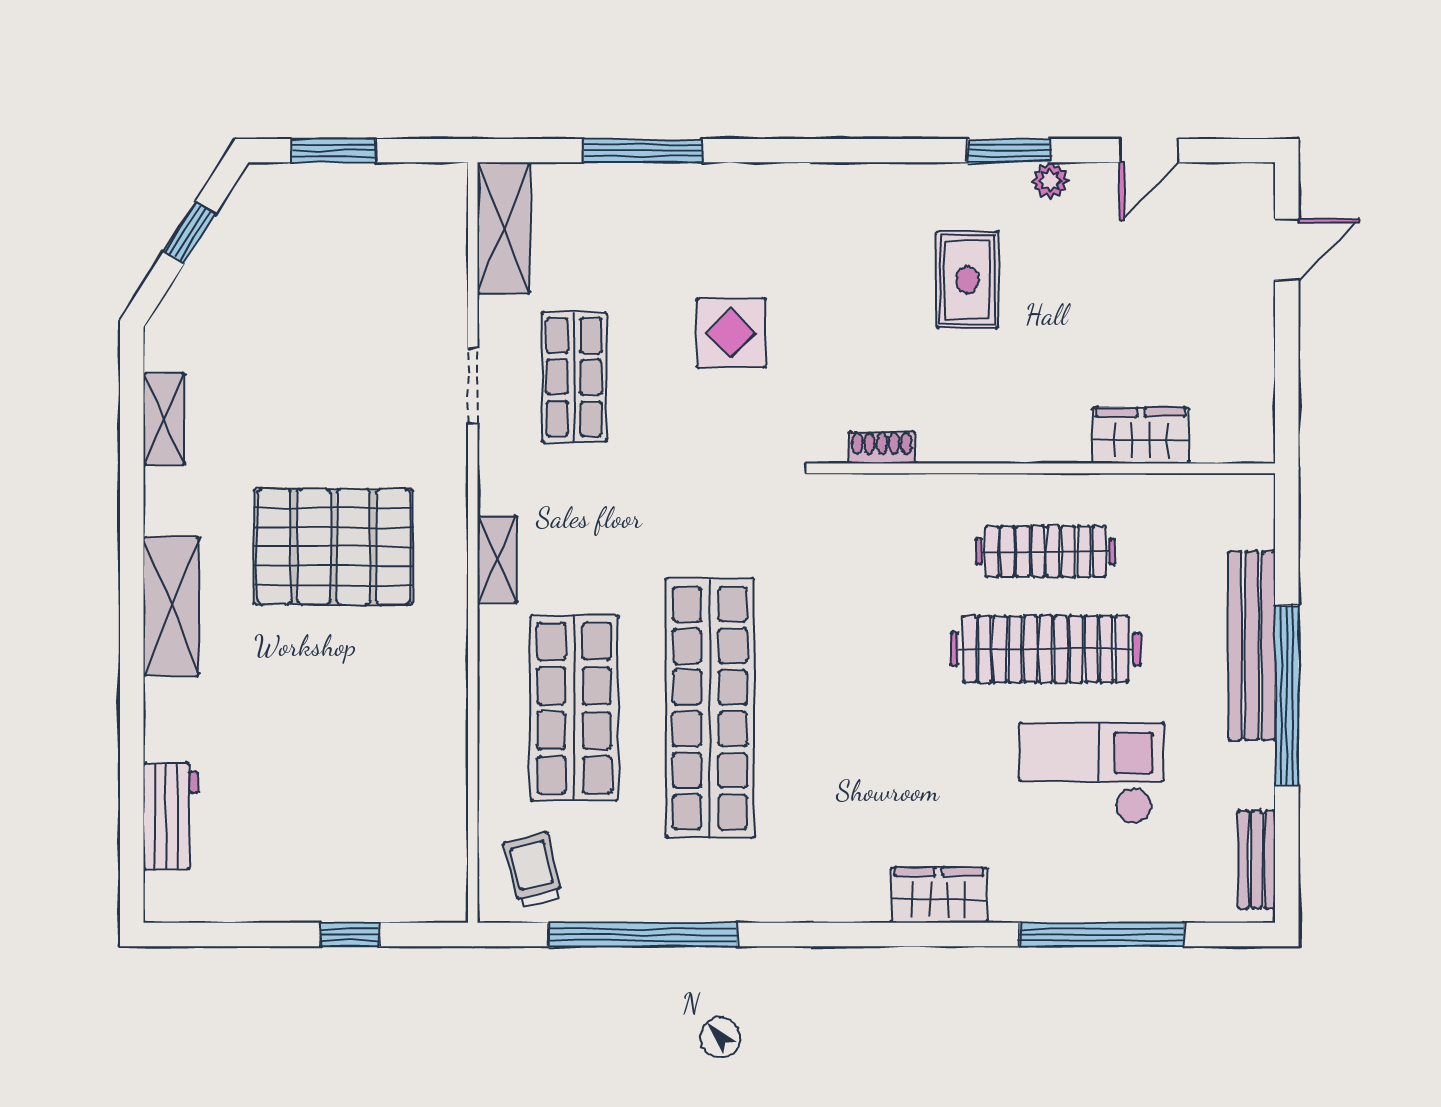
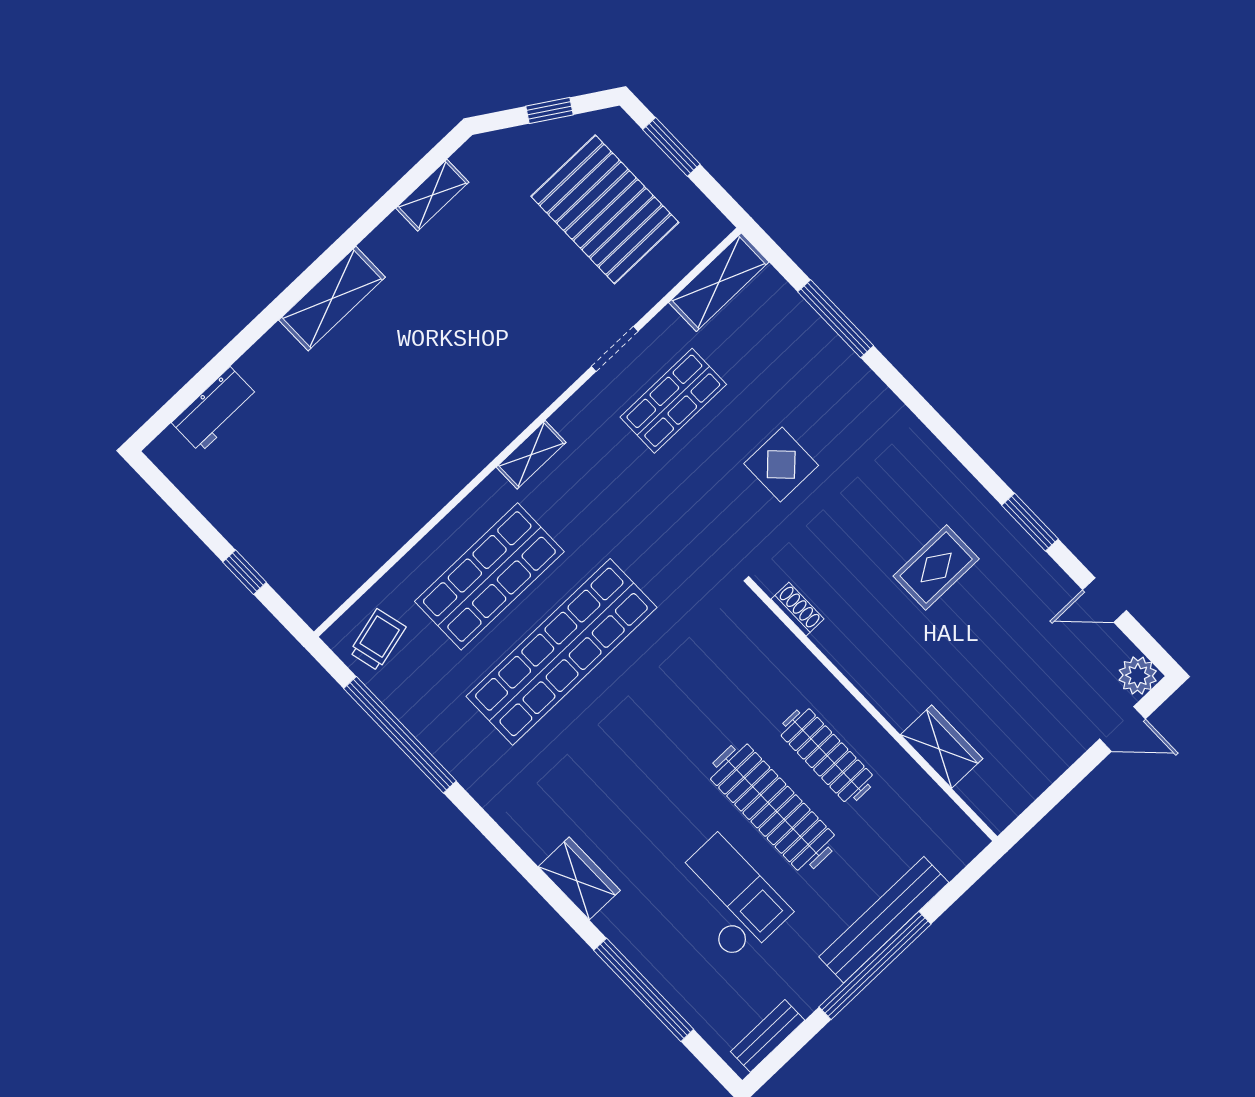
plant: (1050, 180) -> (1138, 676), moved, width x1.38, depth x1.38
pallet: (334, 547) -> (605, 209), moved

